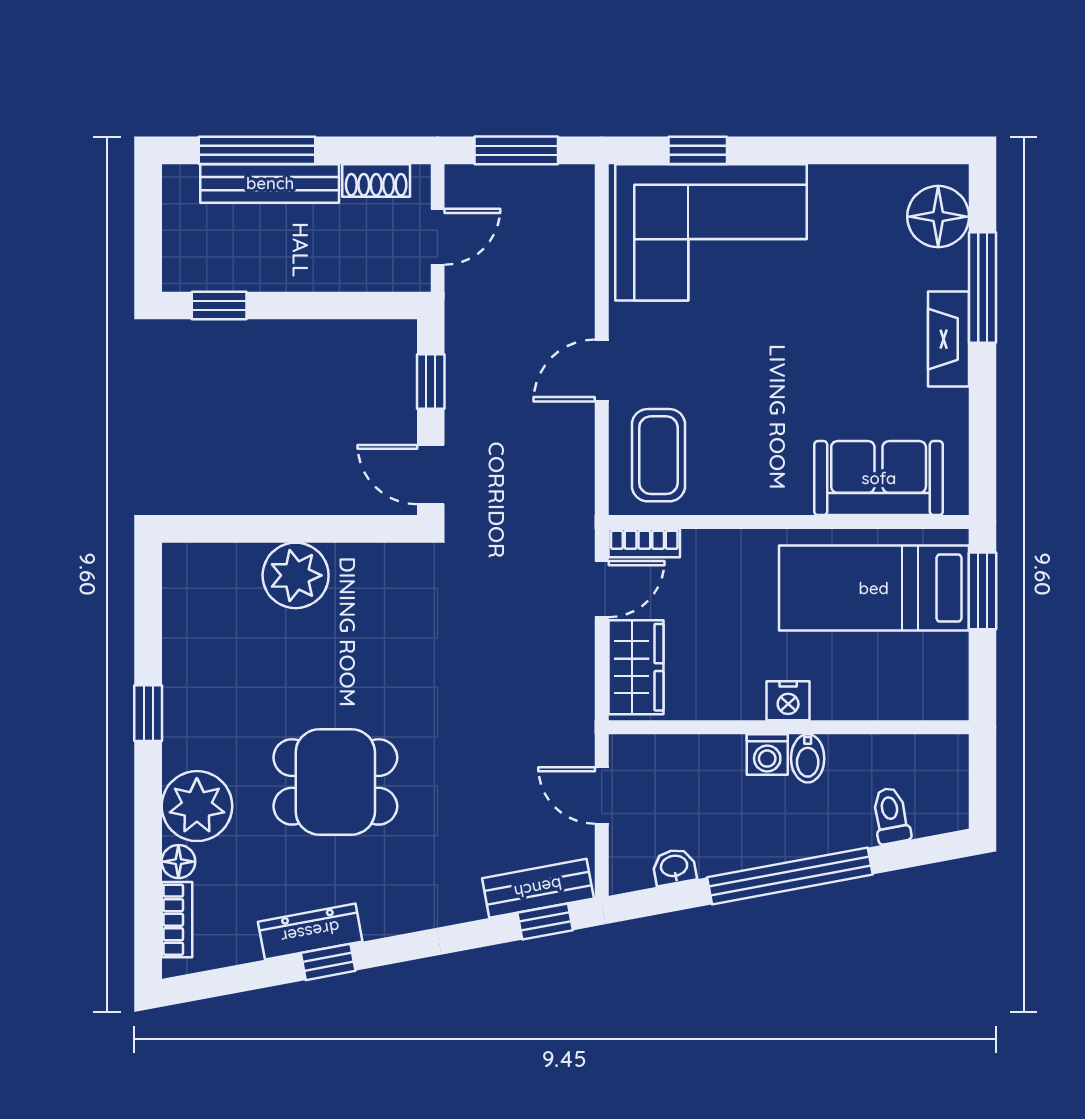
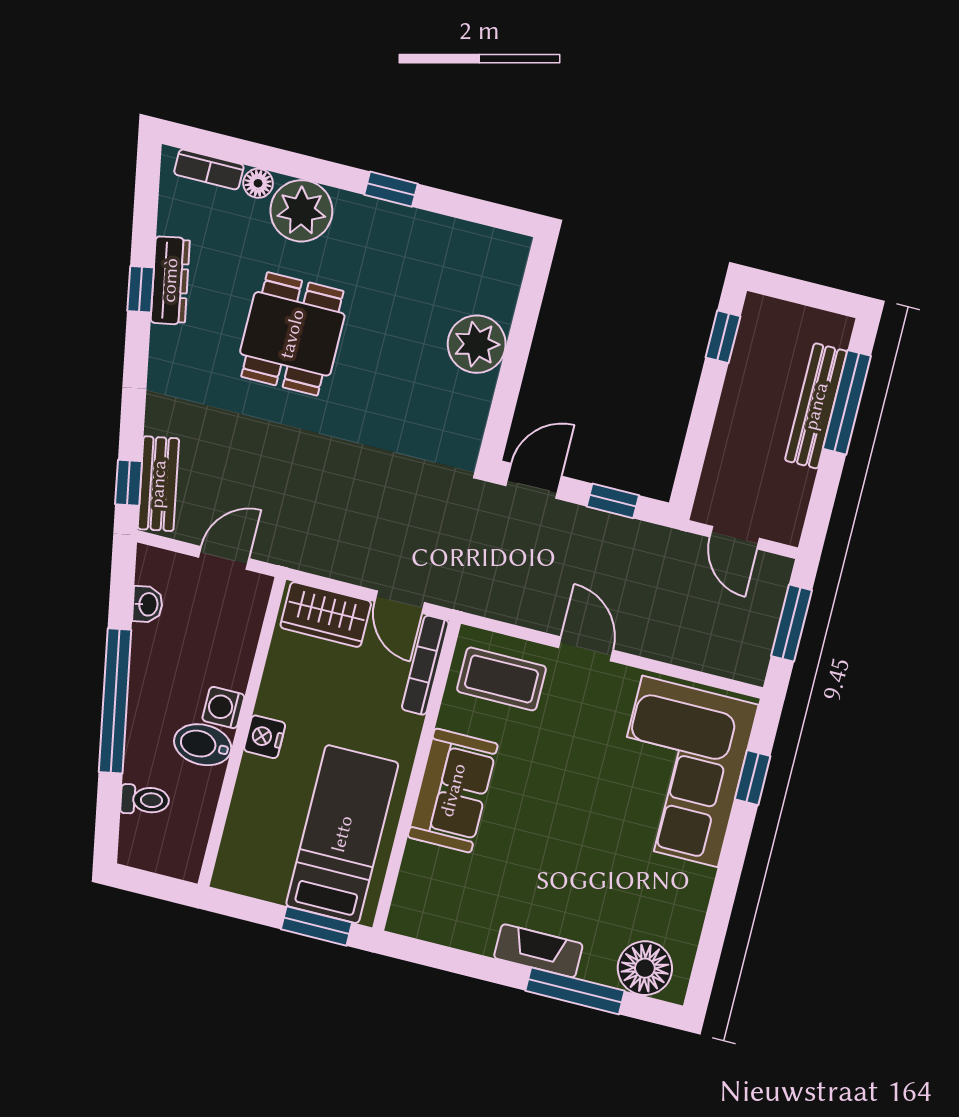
shoe rack: (376, 180) -> (796, 497), removed
sofa: (879, 478) -> (453, 790), moved
bookcase: (644, 543) -> (425, 665), width x1.56
bidet: (808, 758) -> (203, 745), width x1.38, depth x1.36

